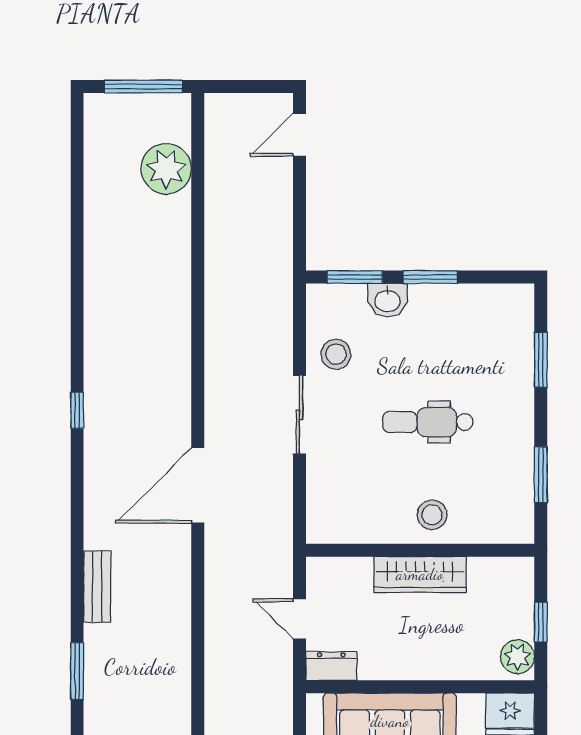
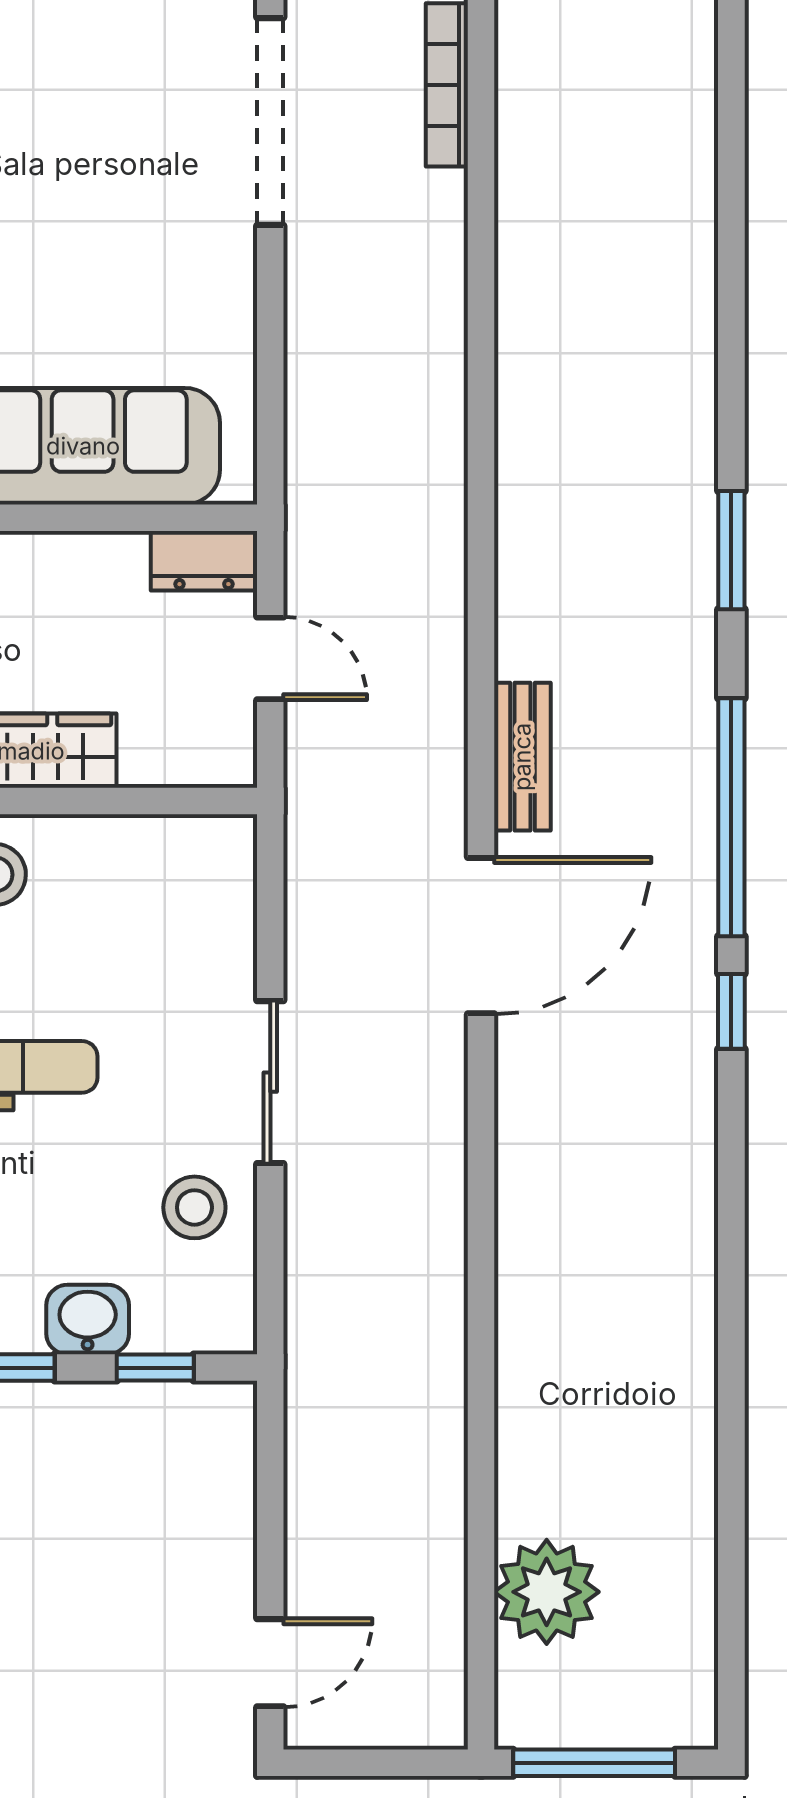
window: (355, 277) -> (155, 1368), width x0.67
window: (77, 410) -> (731, 1011), moved
window: (77, 542) -> (731, 817), added
bench: (97, 587) -> (522, 757), moved

